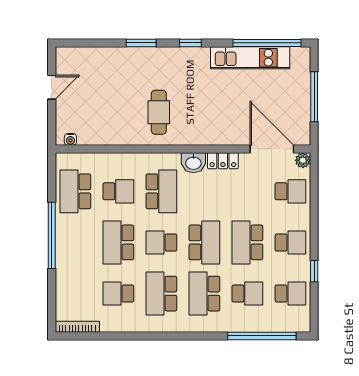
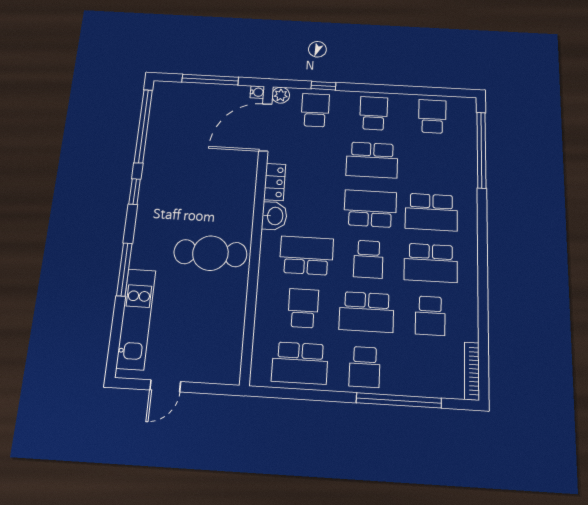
window: (141, 43) -> (124, 269), width x1.44
window: (190, 43) -> (135, 192), moved
kitchen unit: (250, 58) -> (136, 319), moved
door: (52, 87) -> (165, 386), swing flipped
cafe table: (159, 112) -> (210, 253), width x1.37, depth x1.35
water cooler: (70, 139) -> (257, 92), moved
window: (52, 235) -> (399, 400), moved
window: (314, 271) -> (323, 86), moved
school desk: (247, 294) -> (365, 367), moved, turned 180

